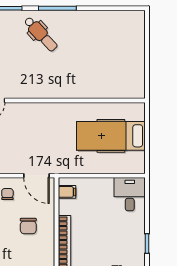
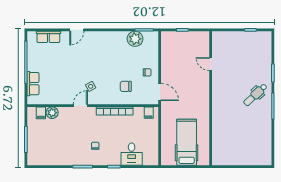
door: (36, 176) -> (160, 92), swing flipped
desk: (130, 194) -> (132, 154), moved, turned 90

